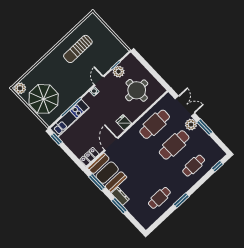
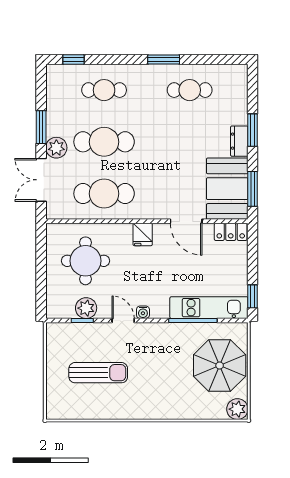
sun lounger: (78, 49) -> (98, 373), moved
door: (99, 81) -> (123, 320), swing flipped
door: (111, 144) -> (186, 221), hinge flipped

